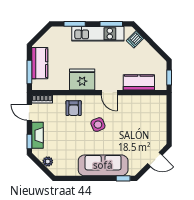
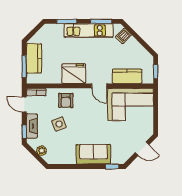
corner sofa: (142, 112) -> (130, 104), added
side table: (98, 125) -> (59, 124), moved
sofa: (103, 165) -> (93, 154), width x0.73

